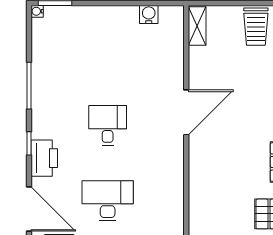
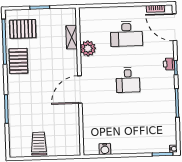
shelving: (197, 26) -> (72, 37), moved
printer: (44, 158) -> (169, 64), width x0.53, depth x0.68
plant: (171, 179) -> (88, 48), added

